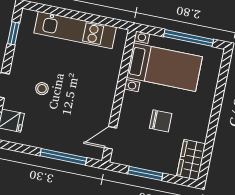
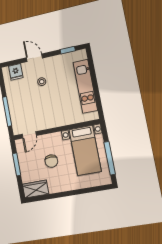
door: (111, 138) -> (29, 135), swing flipped

